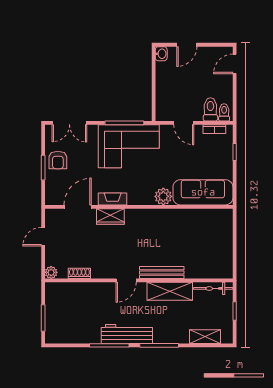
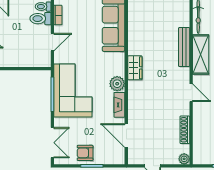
armchair: (58, 160) -> (85, 153), turned 180
plant: (163, 196) -> (117, 84), moved
wardrobe: (110, 217) -> (135, 68), moved
bench: (162, 272) -> (184, 47), moved
shoe rack: (79, 273) -> (185, 130), width x1.43

